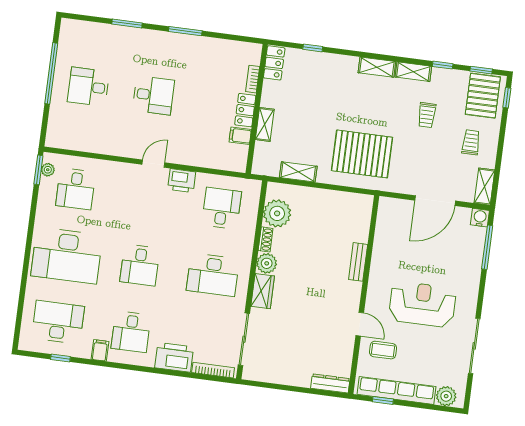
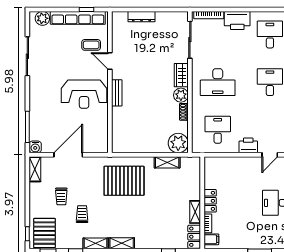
shelving: (265, 124) -> (195, 212), moved
filing cabinet: (240, 136) -> (211, 239), moved
trolley: (471, 142) -> (61, 196), moved
desk: (222, 208) -> (218, 130), turned 180
plant: (277, 213) -> (178, 143), moved
bench: (358, 262) -> (117, 93), moved
desk: (213, 275) -> (218, 82), turned 180
reception desk: (422, 304) -> (84, 94), moved
dresser: (330, 383) -> (141, 17), moved

